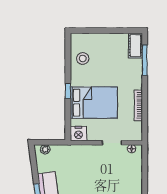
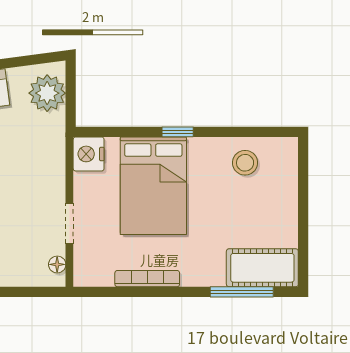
cot: (135, 46) -> (262, 268), width x1.37, depth x1.34
plant: (45, 149) -> (47, 93), width x1.88, depth x1.88

